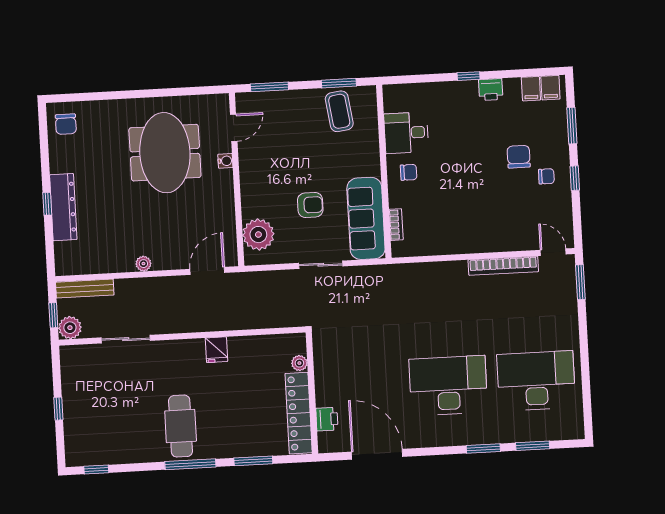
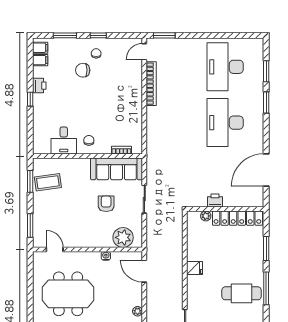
water cooler: (225, 161) -> (106, 256), moved
printer: (327, 419) -> (215, 201), moved

